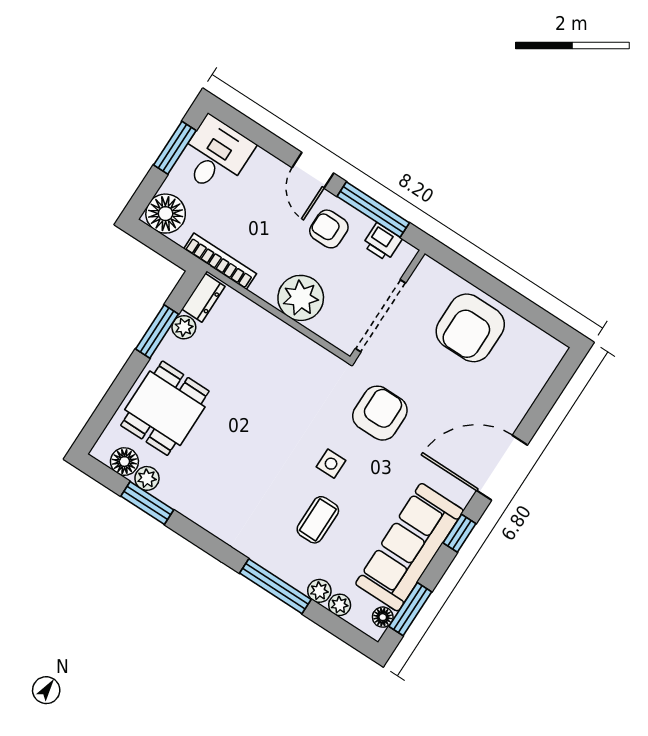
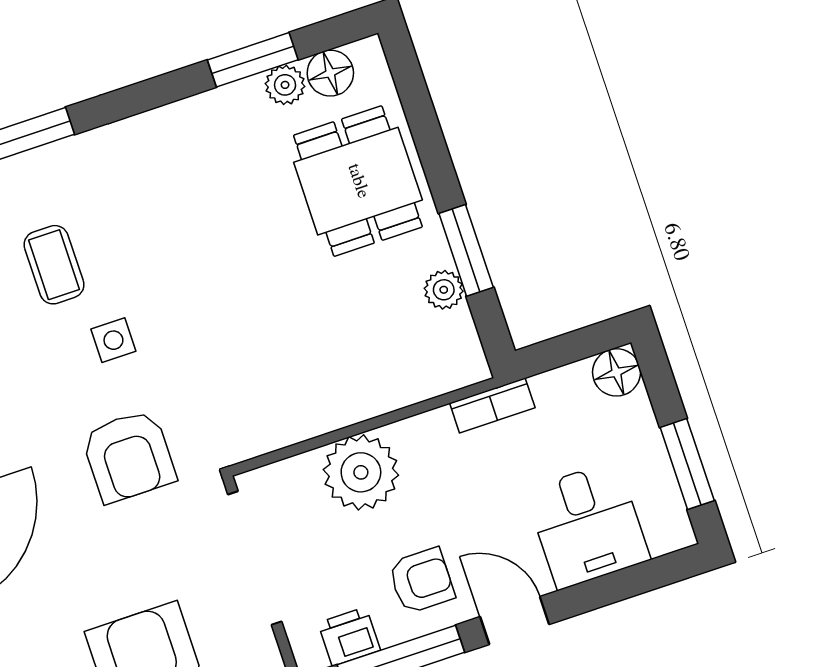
desk: (215, 155) -> (588, 525), moved
floor lamp: (166, 214) -> (616, 372), width x0.73, depth x0.73
bookcase: (220, 261) -> (492, 405), width x0.64
dresser: (203, 298) -> (462, 346), removed

